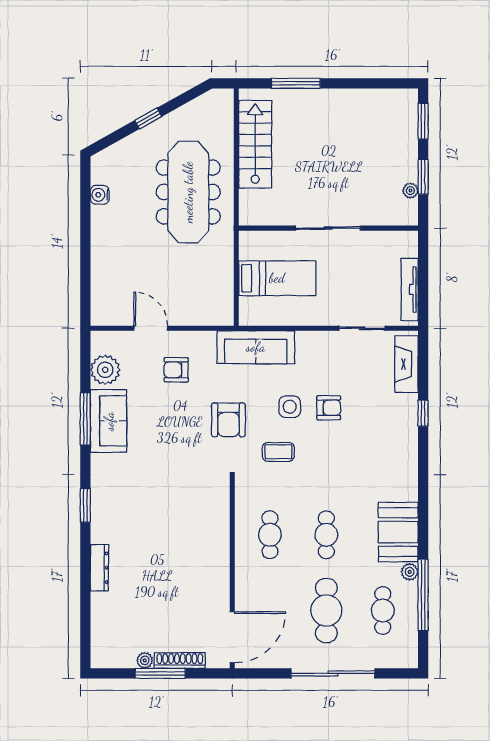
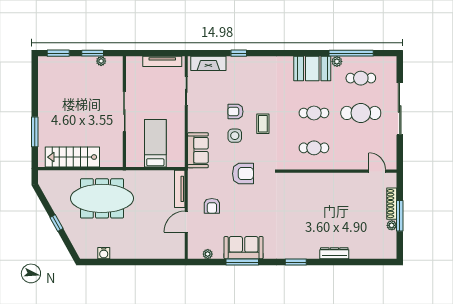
tv unit: (203, 318) -> (180, 189), added
sofa: (256, 347) -> (198, 150), width x0.73
plant: (105, 370) -> (208, 254), width x0.53, depth x0.53
armchair: (329, 408) -> (235, 112), turned -90
coffee table: (278, 452) -> (263, 124), moved
door: (232, 637) -> (377, 171), width x0.53

